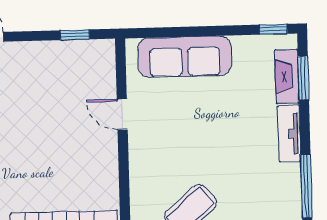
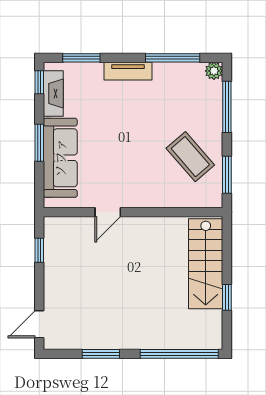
window: (202, 31) -> (39, 143), added
fireplace: (287, 76) -> (53, 93), moved, turned -90

